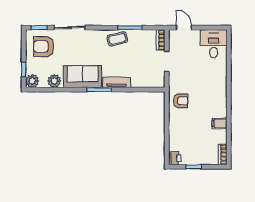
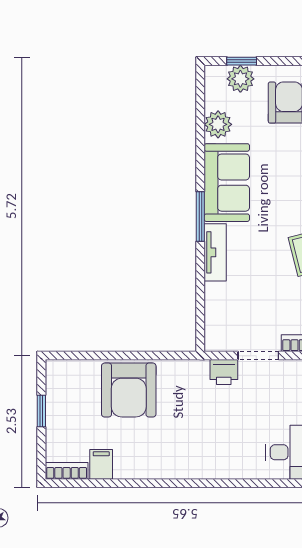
plant: (32, 81) -> (240, 79), moved
armchair: (181, 101) -> (129, 390), moved, width x1.88, depth x1.88
filing cabinet: (219, 123) -> (101, 464), moved
printer: (175, 158) -> (224, 372), moved

